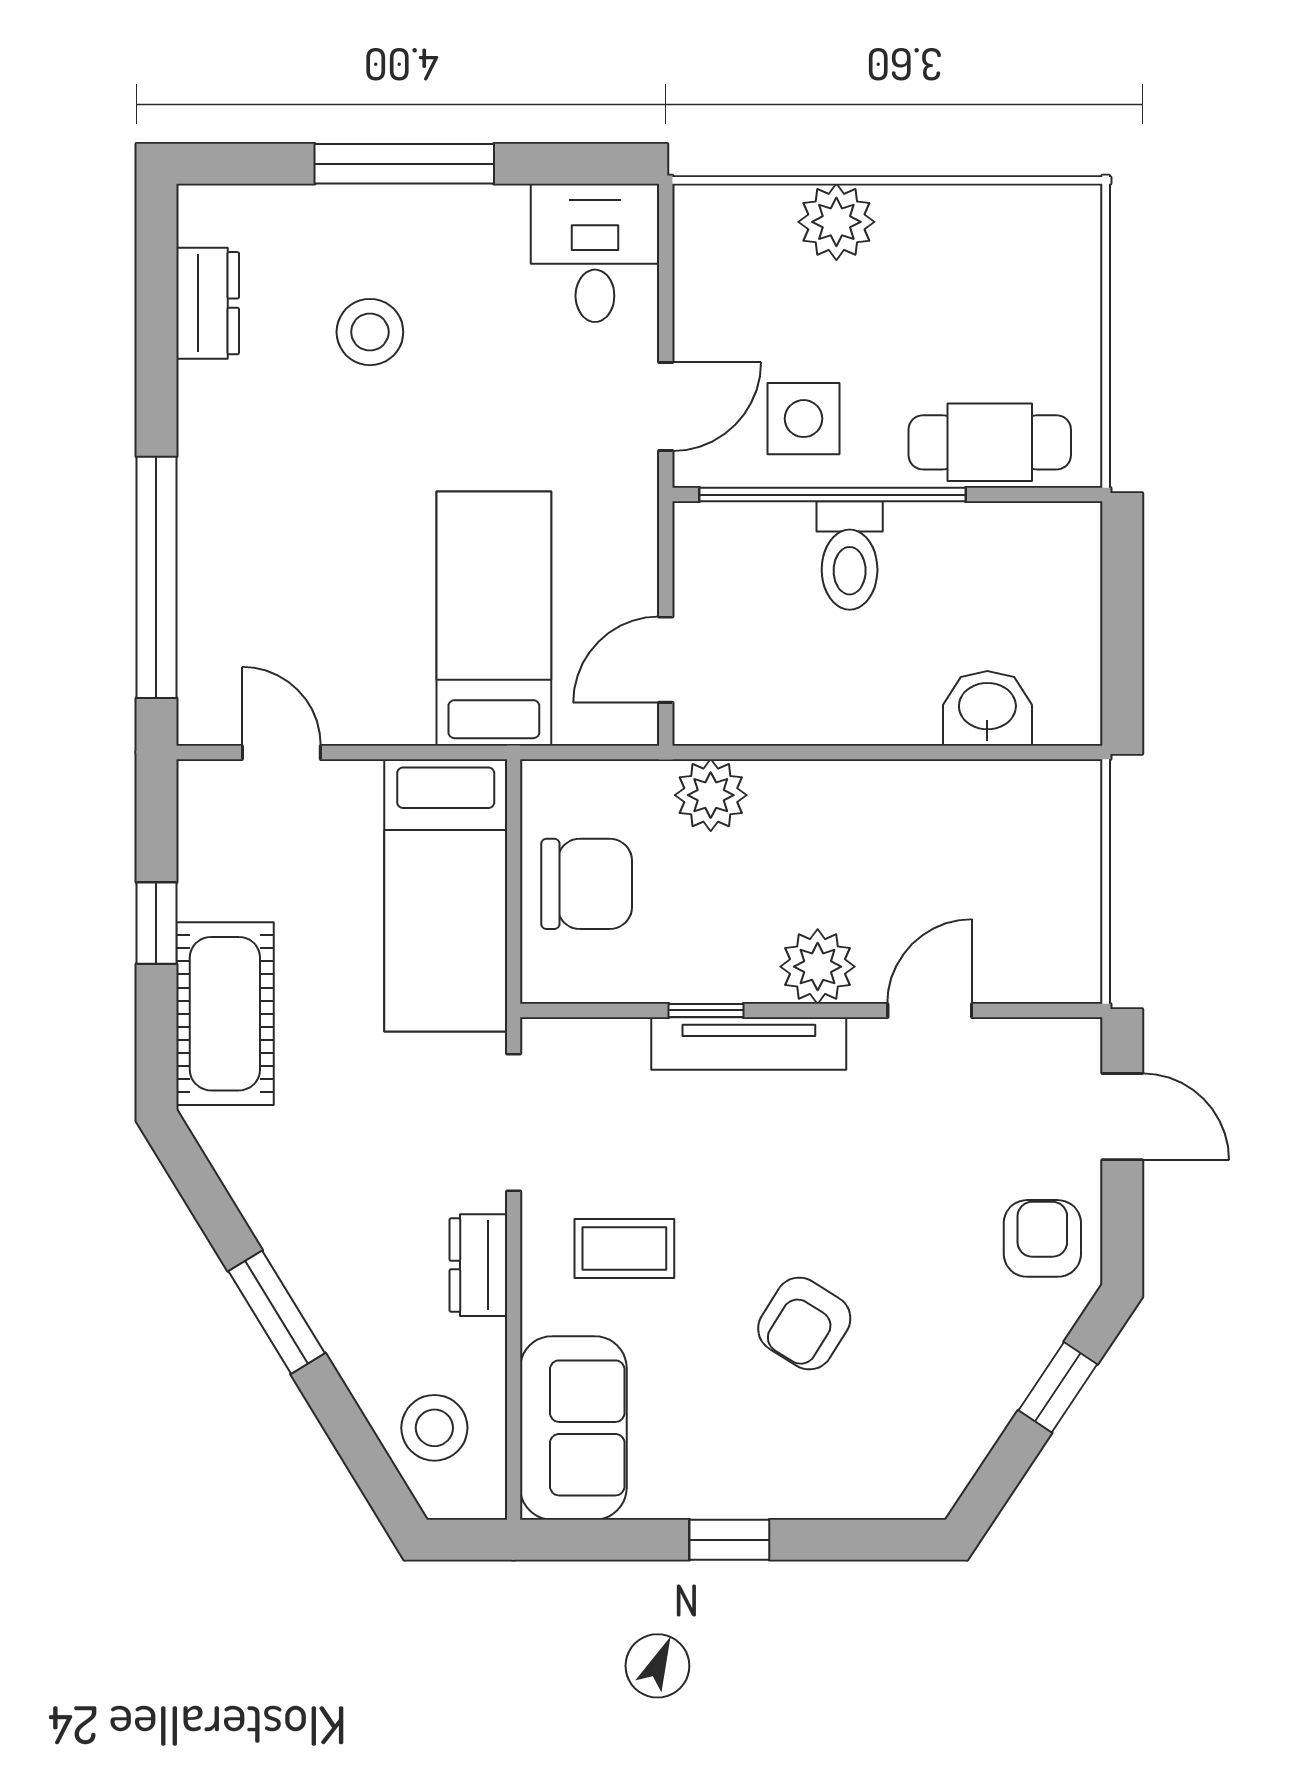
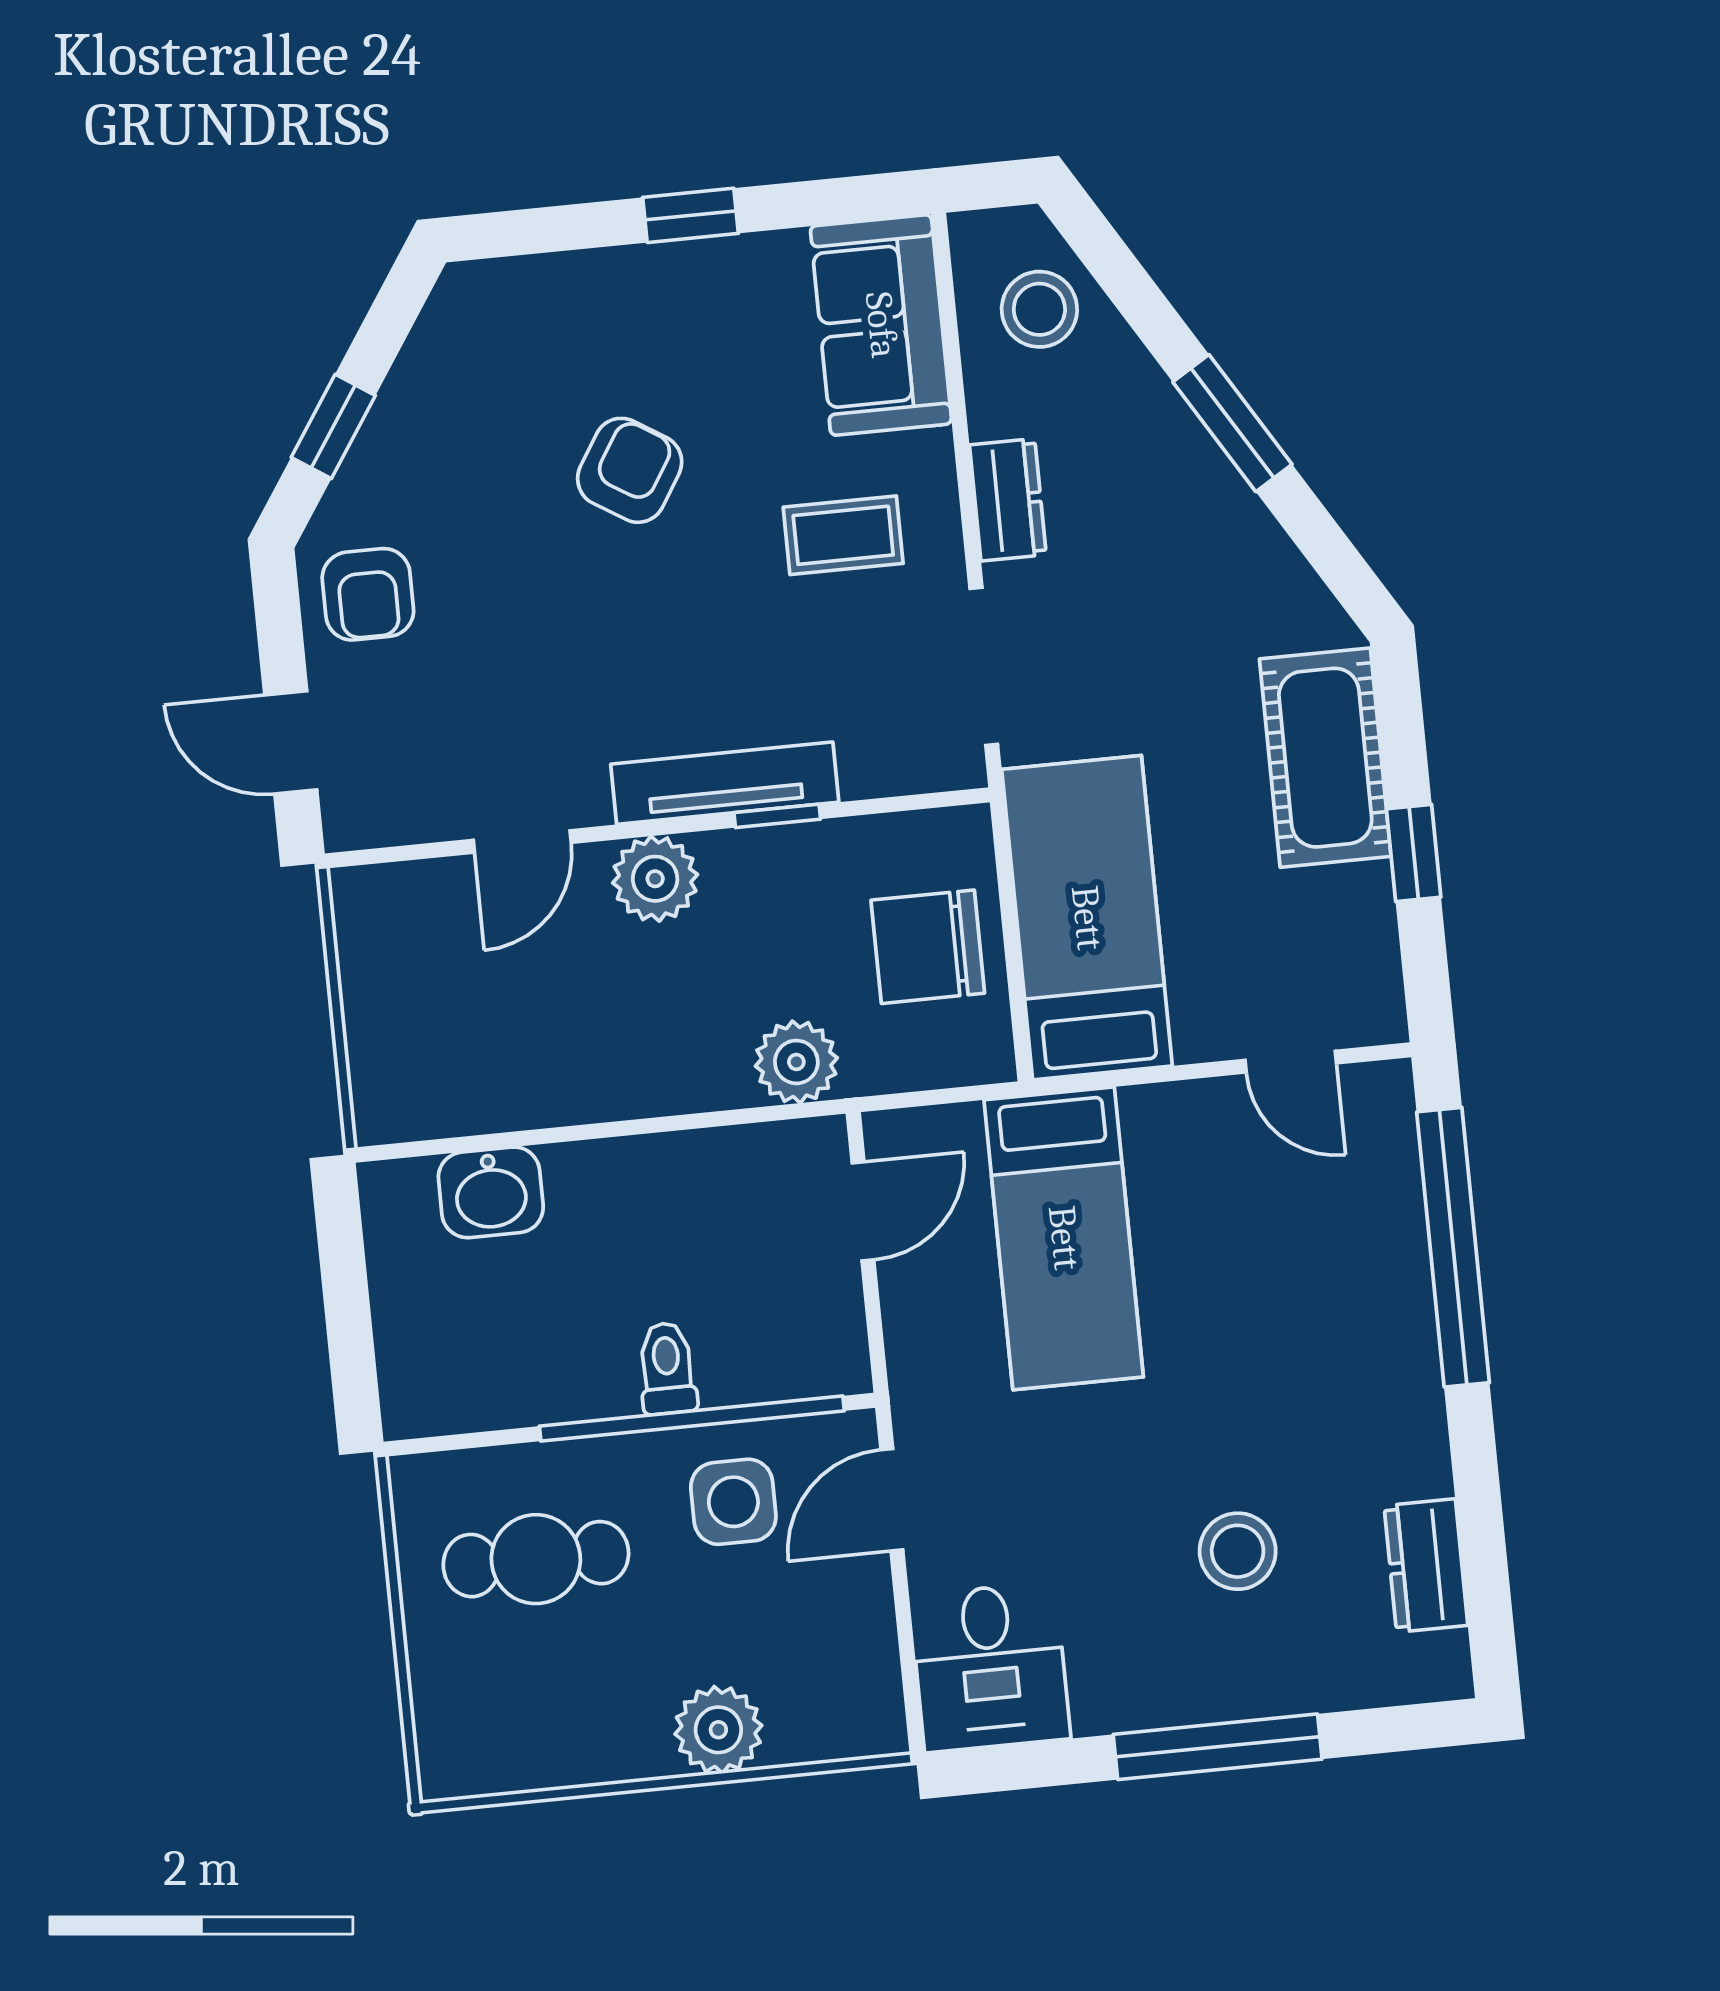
cafe table: (990, 442) -> (536, 1559), moved
toilet: (850, 555) -> (667, 1368), width x0.73, depth x0.72

